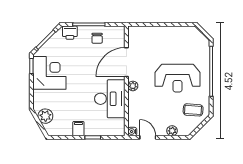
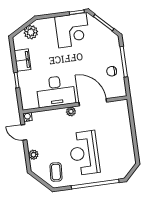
printer: (70, 33) -> (113, 45), removed
filing cabinet: (78, 129) -> (23, 60), width x2.00
door: (148, 137) -> (24, 132), swing flipped

